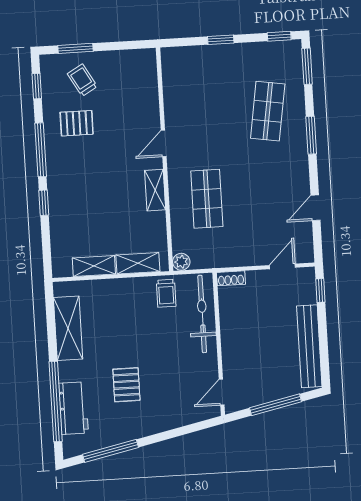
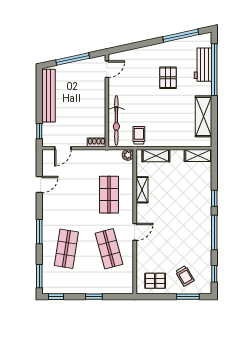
shop shelf: (202, 115) -> (109, 249), added
pallet: (77, 123) -> (155, 281), moved
shelving: (155, 190) -> (142, 190), moved
shelving: (94, 266) -> (198, 156), moved

